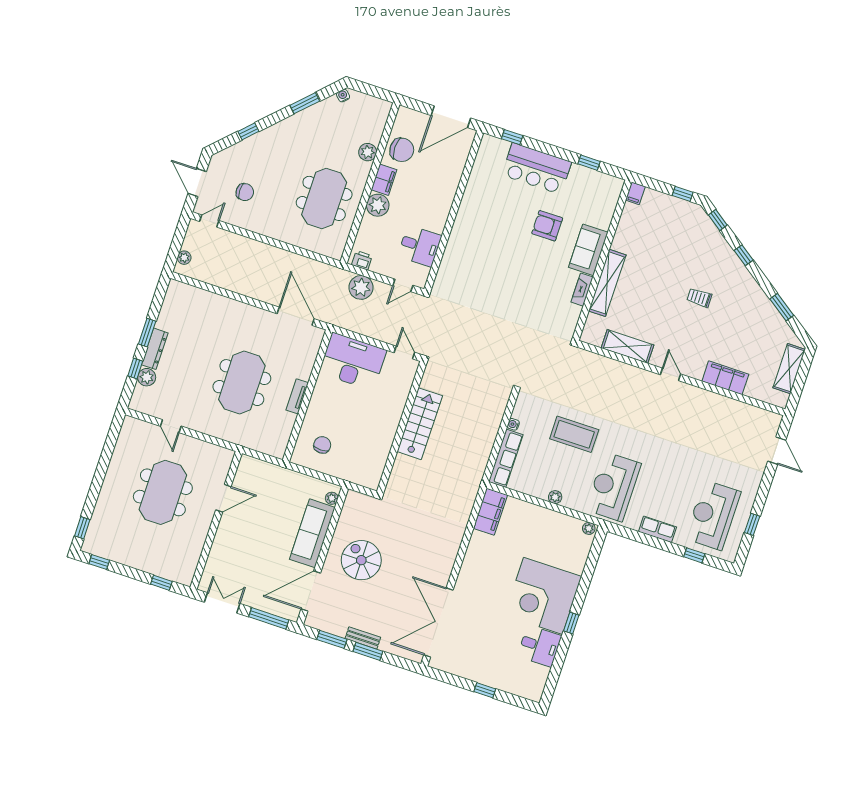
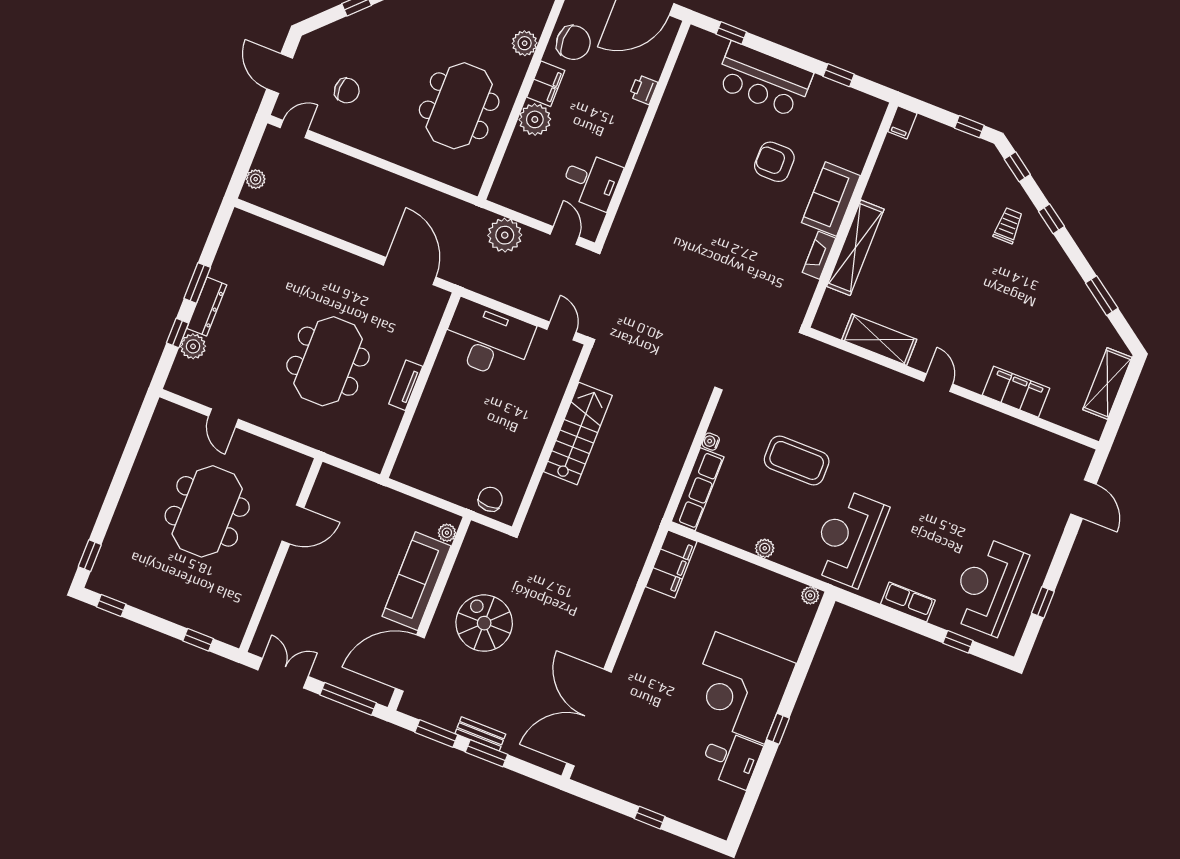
printer: (362, 260) -> (643, 90), moved, turned -90
door: (403, 285) -> (565, 236), swing flipped
trolley: (699, 298) -> (1008, 226), moved, turned 90
chair: (322, 445) -> (490, 499), moved

